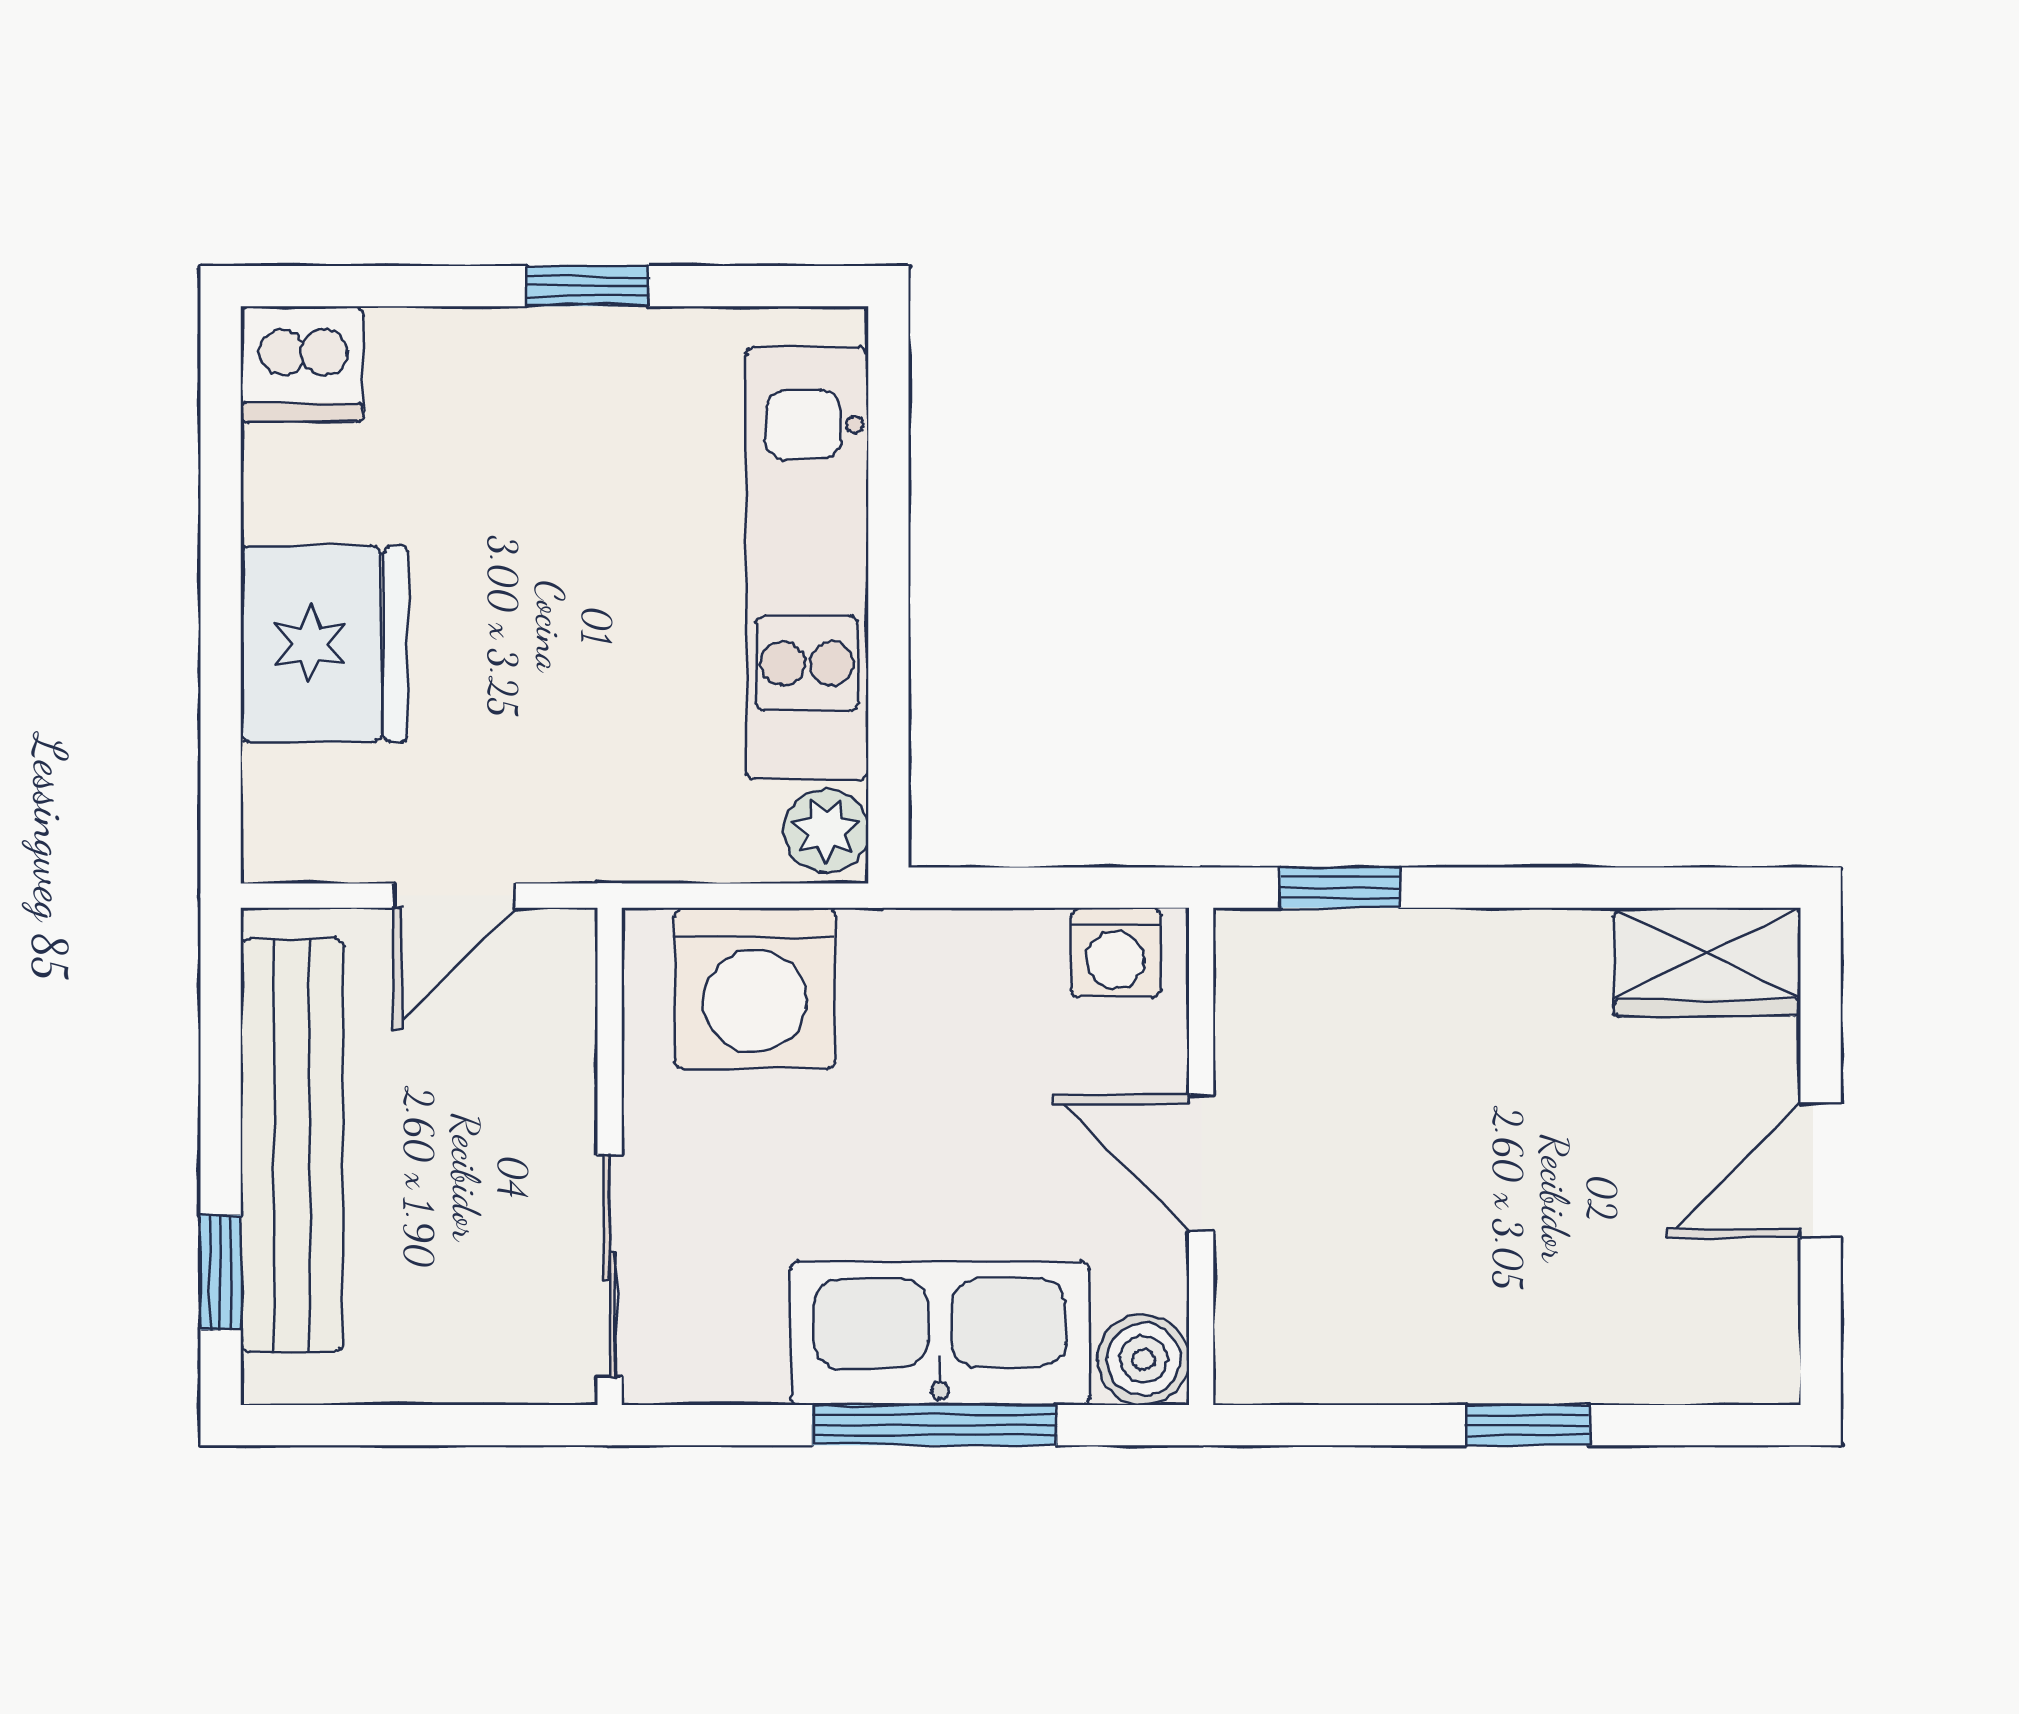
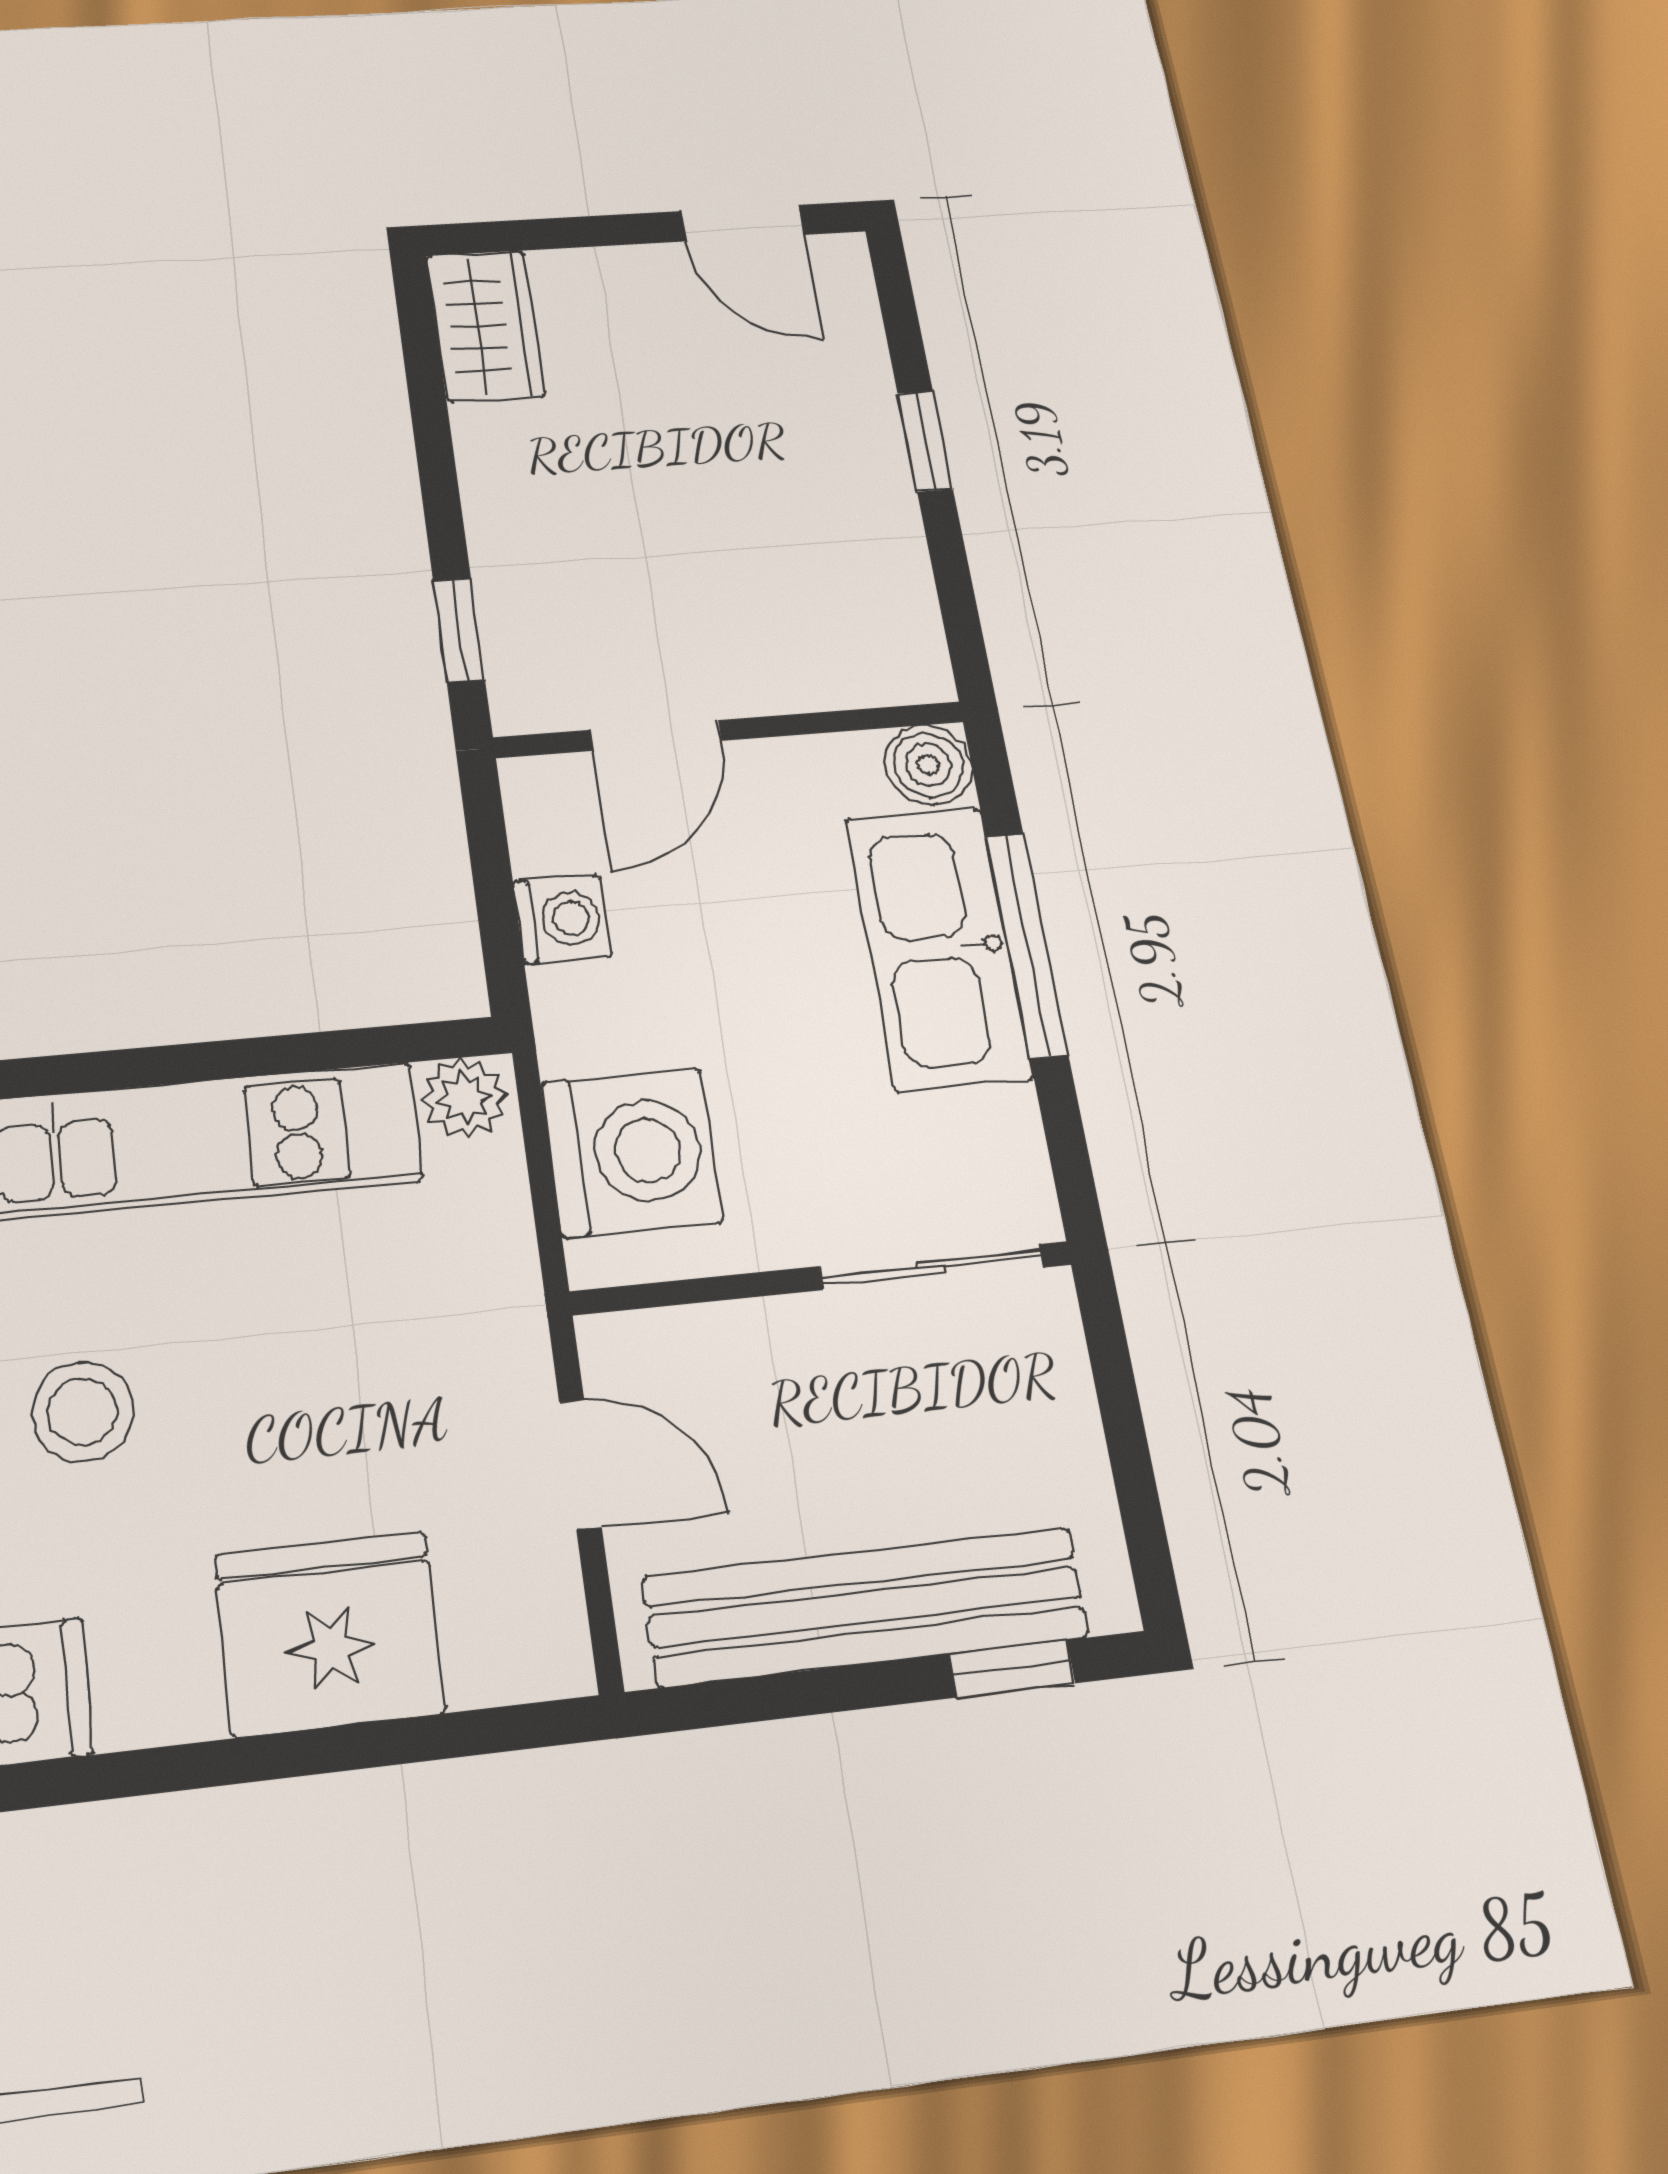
stool: (554, 436) -> (83, 1412), added
washing machine: (1116, 953) -> (562, 919), moved
door: (1201, 1163) -> (656, 735), moved
door: (1821, 1170) -> (743, 223), moved

